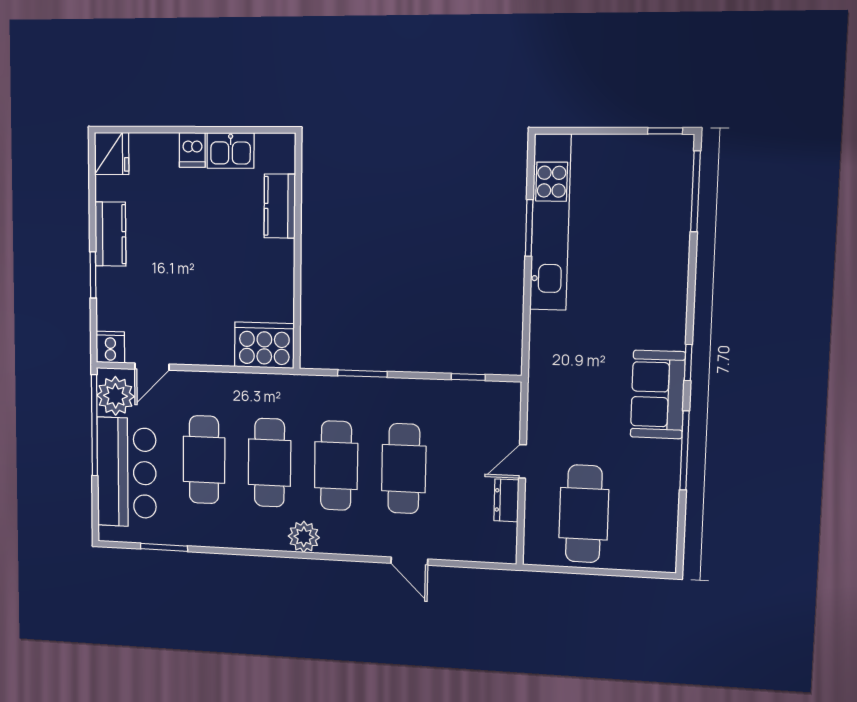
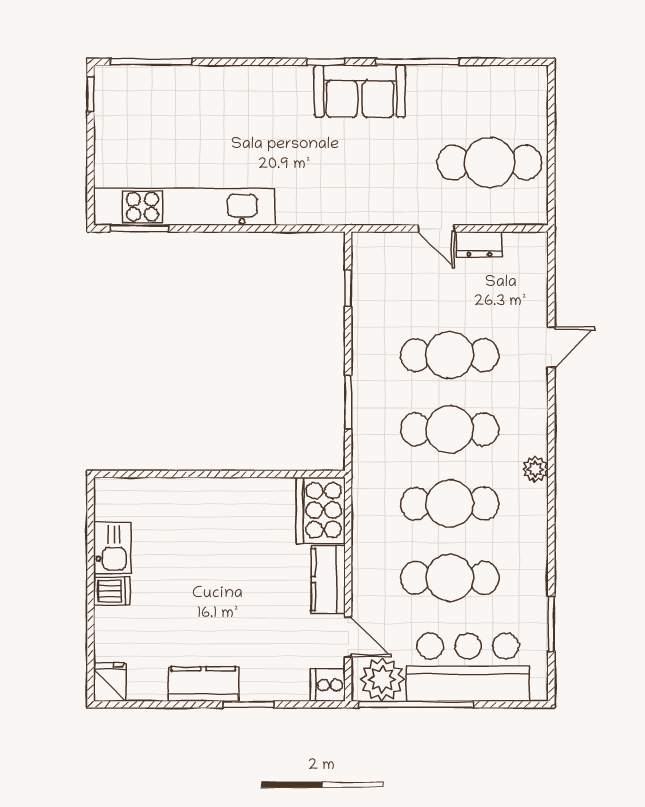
fridge: (112, 153) -> (110, 682), width x0.72
kitchen counter: (280, 206) -> (328, 580), moved, turned 90
window: (529, 228) -> (139, 229), moved
plant: (304, 537) -> (535, 469), width x0.73, depth x0.73

